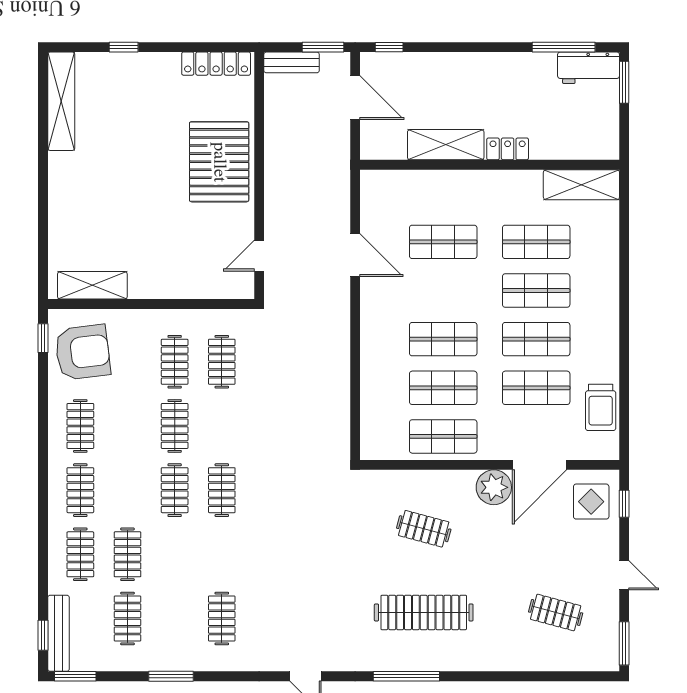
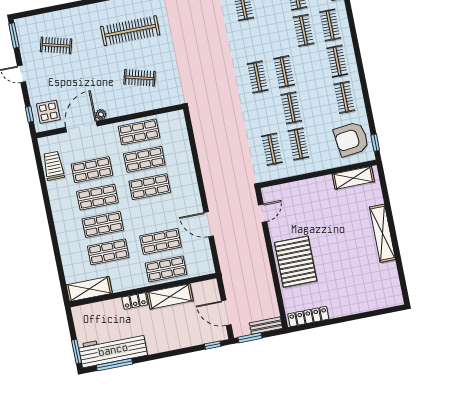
window: (124, 47) -> (362, 316), removed
workbench: (589, 68) -> (113, 350), width x1.88, depth x1.32
shelving: (61, 101) -> (382, 233), moved
shop shelf: (443, 193) -> (166, 269), added
plant: (494, 487) -> (101, 114), width x0.53, depth x0.53

